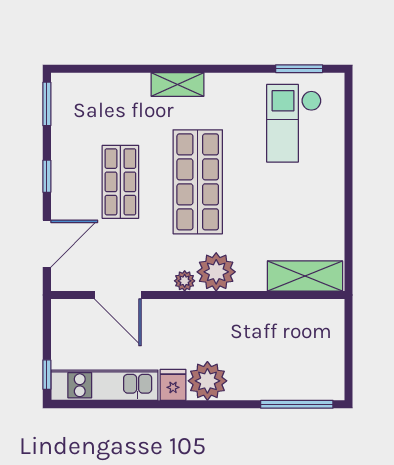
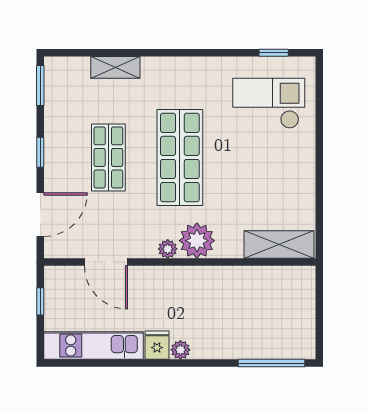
window: (299, 69) -> (274, 53), width x0.67
shelving: (177, 84) -> (115, 67), moved
checkout: (294, 123) -> (269, 103), turned 90
window: (47, 375) -> (40, 301), moved
plant: (207, 381) -> (180, 350), width x0.53, depth x0.53

